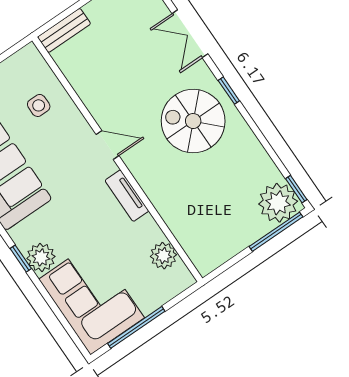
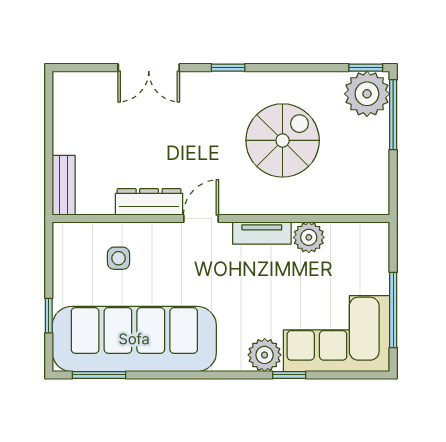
dresser: (94, 100) -> (149, 202), added
spiral stairs: (193, 121) -> (283, 140), moved, turned 180
plant: (163, 256) -> (309, 237), moved
window: (21, 259) -> (289, 375), moved

